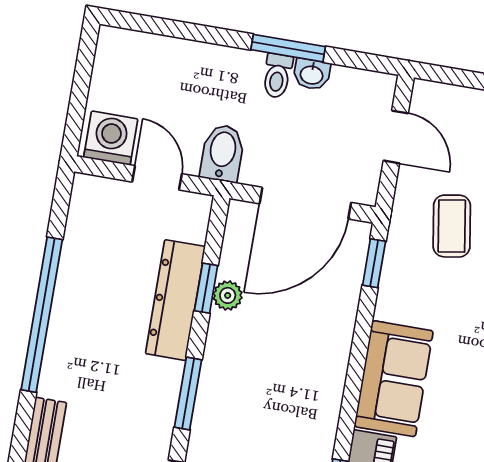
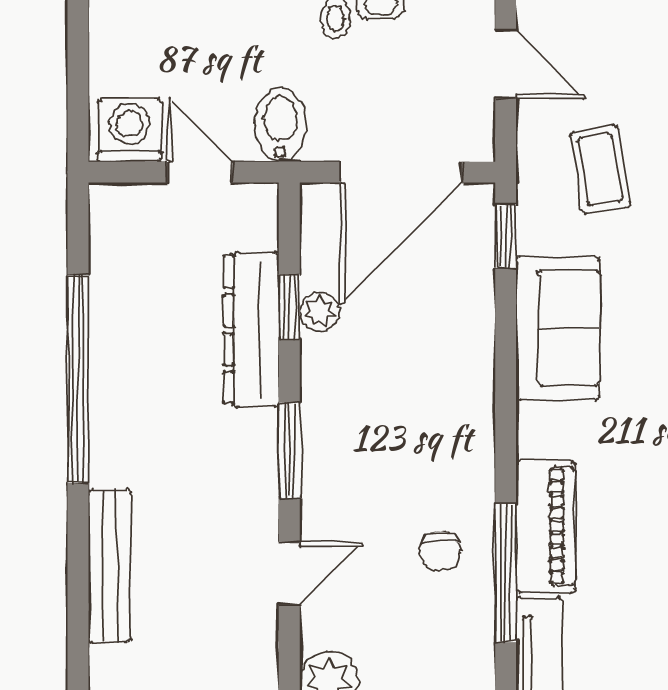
sofa: (394, 379) -> (558, 328), moved

